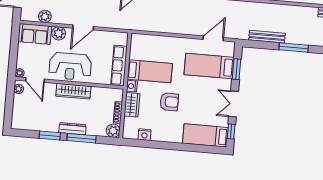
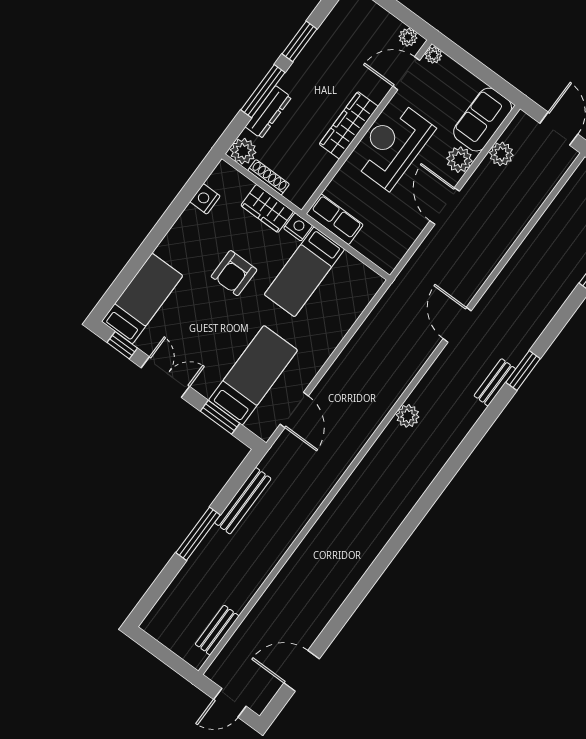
row of seats: (119, 66) -> (335, 219), width x0.68
dresser: (72, 129) -> (268, 112), moved

